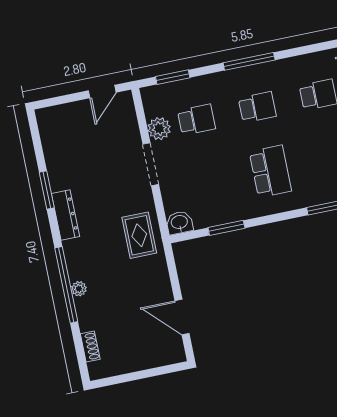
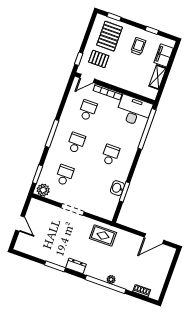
door: (102, 92) -> (20, 223), moved
plant: (159, 129) -> (43, 190), moved
school desk: (270, 171) -> (110, 155), width x0.54
dresser: (66, 215) -> (76, 266), width x0.70
washbasin: (179, 223) -> (117, 188), moved

